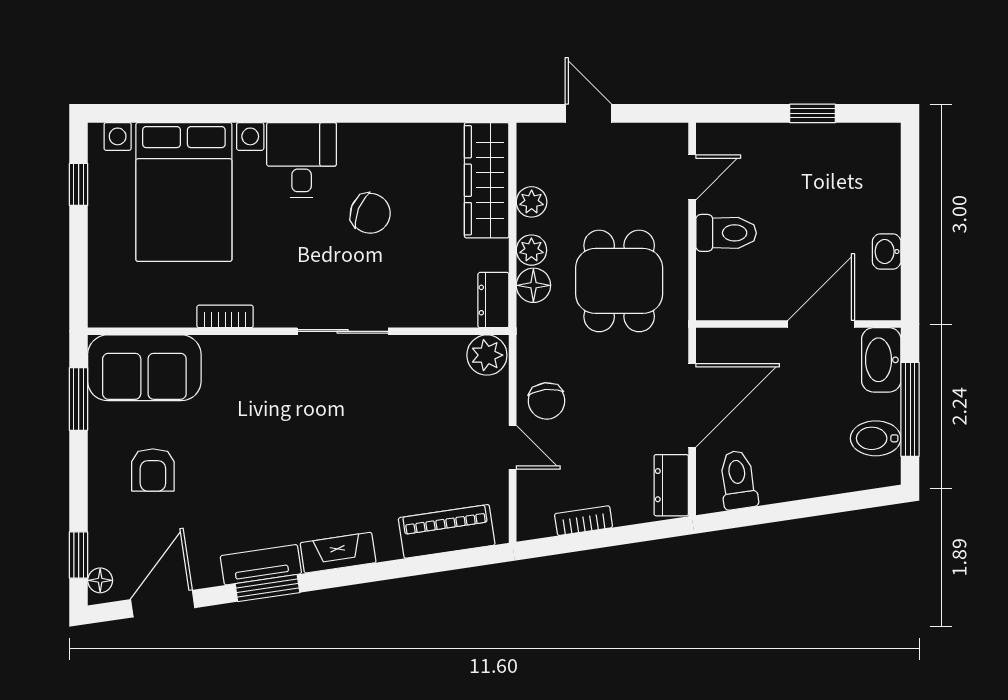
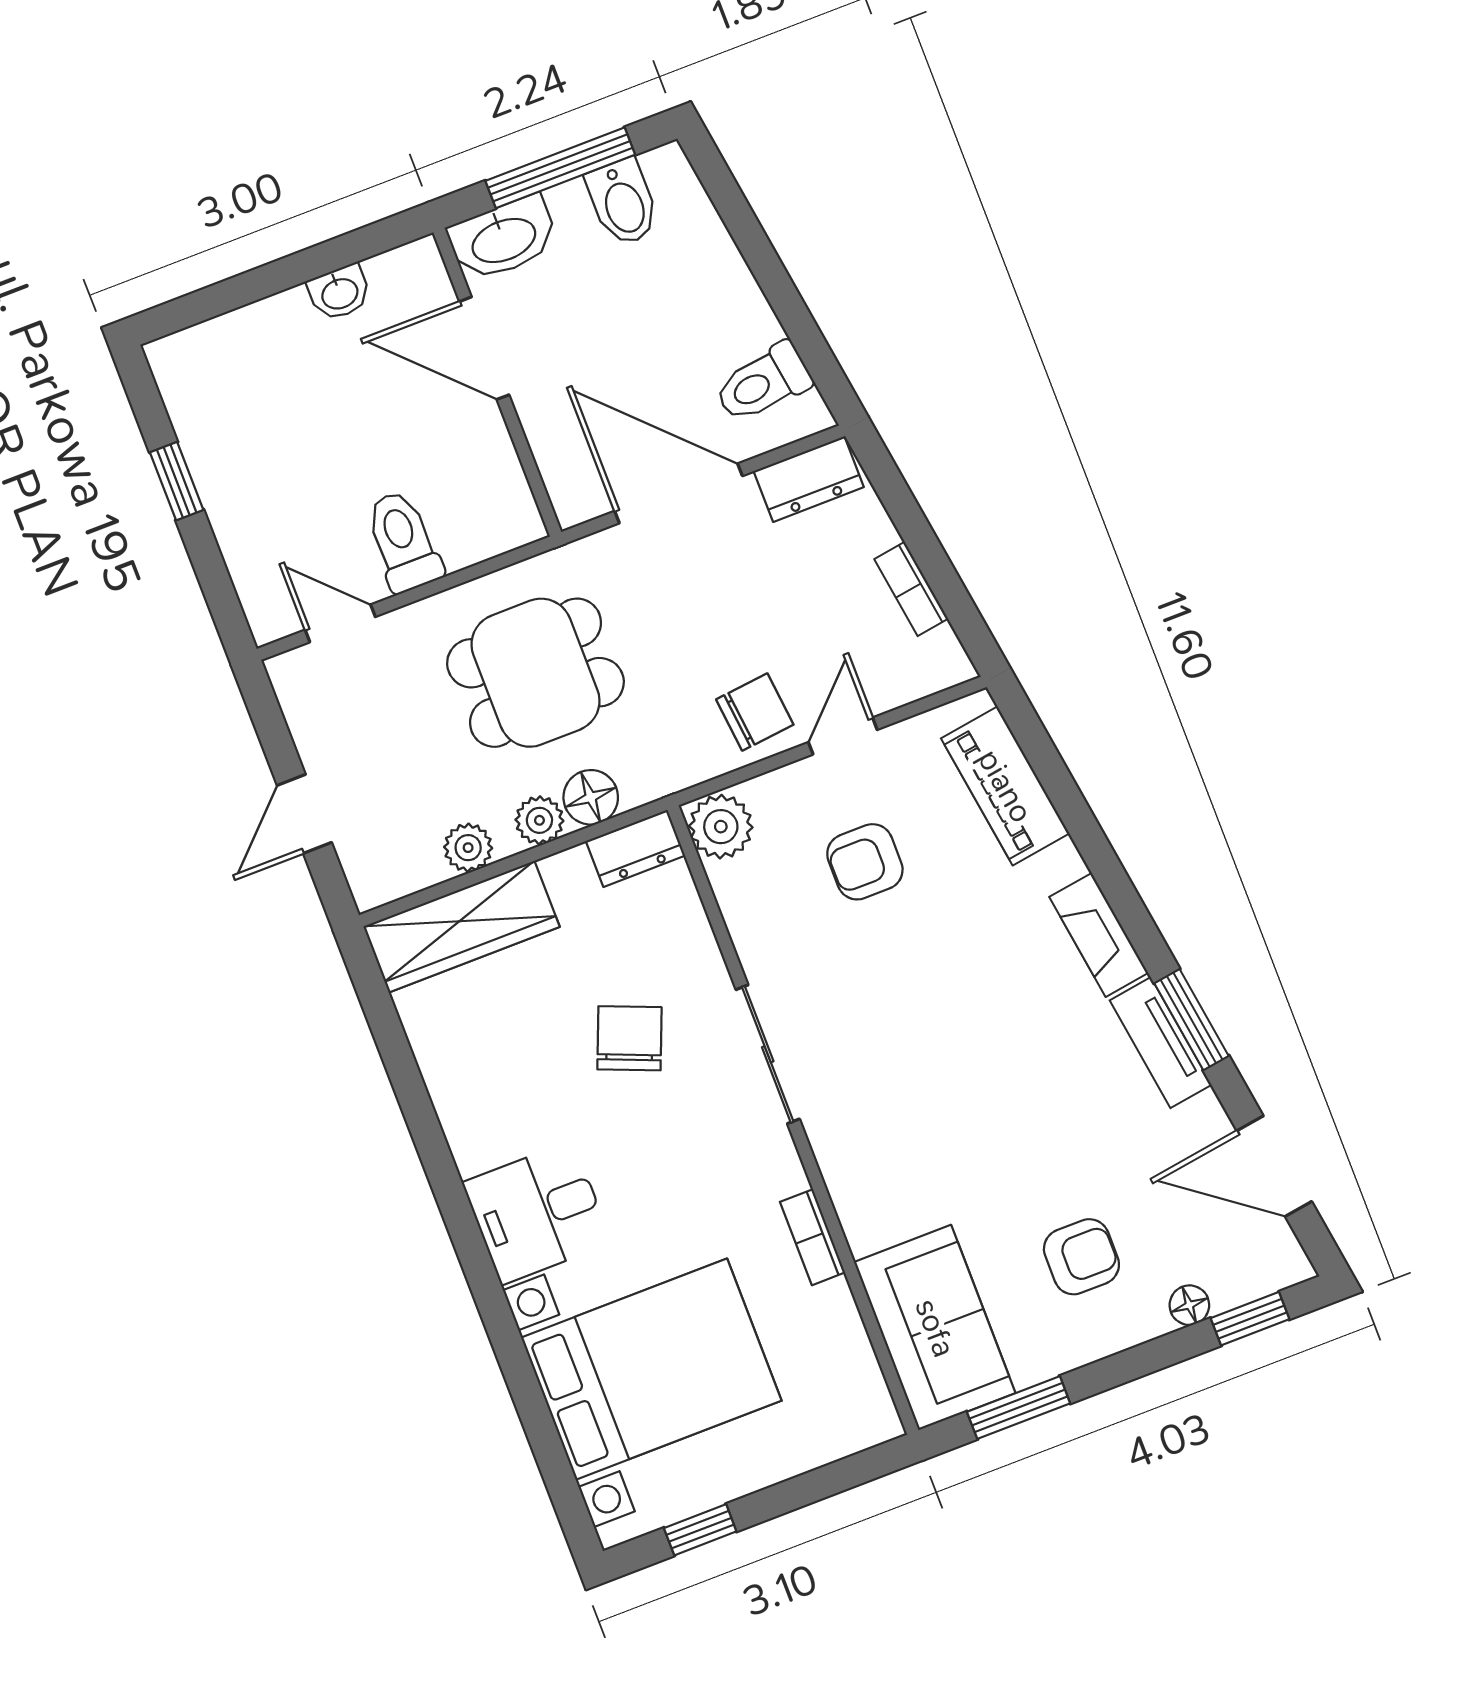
chair: (370, 213) -> (629, 1038), moved
armchair: (434, 432) -> (865, 862), added
floor lamp: (100, 580) -> (1189, 1305), moved

